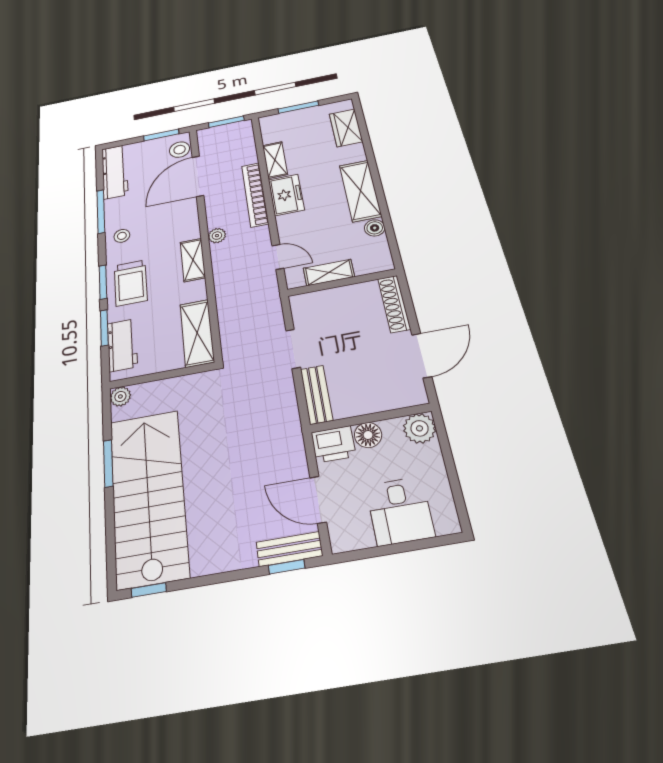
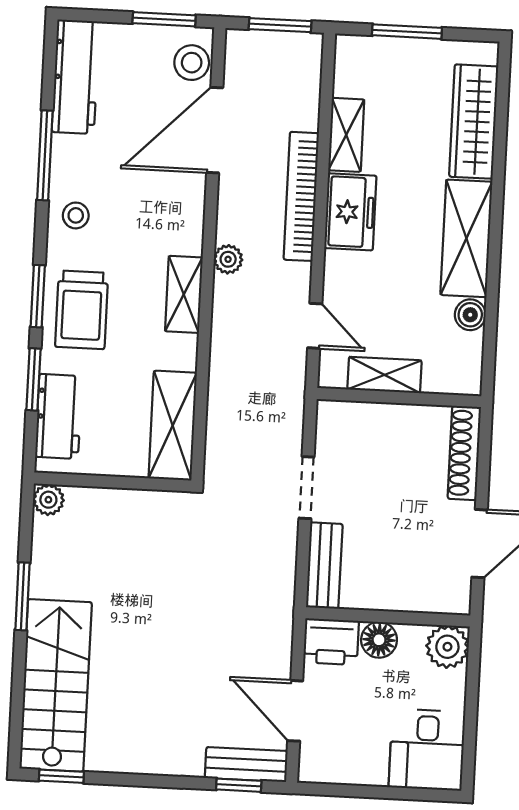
wardrobe: (346, 128) -> (474, 122), width x1.50
stairs: (148, 496) -> (56, 685), width x0.73, depth x0.66
desk: (400, 511) -> (427, 750), moved

